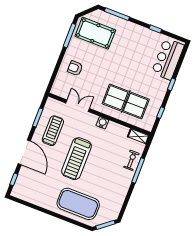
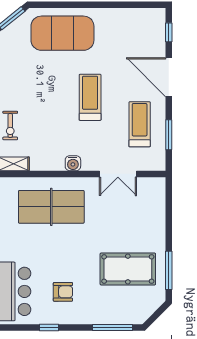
pool table: (95, 33) -> (128, 269), moved
armchair: (75, 68) -> (63, 292), moved
treadmill: (53, 131) -> (140, 124), turned 180
treadmill: (77, 159) -> (90, 97), width x0.73, depth x0.73

